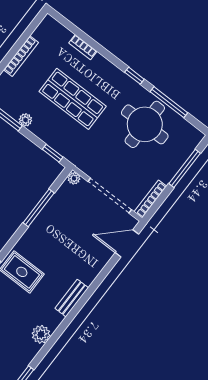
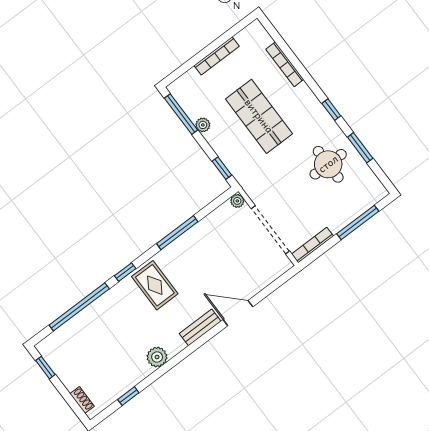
bookcase: (83, 47) -> (285, 64), width x1.56
window: (169, 102) -> (360, 148), width x0.69
round table: (145, 124) -> (328, 164), width x0.73, depth x0.73
window: (39, 208) -> (177, 233), moved
door: (127, 243) -> (238, 313), moved

